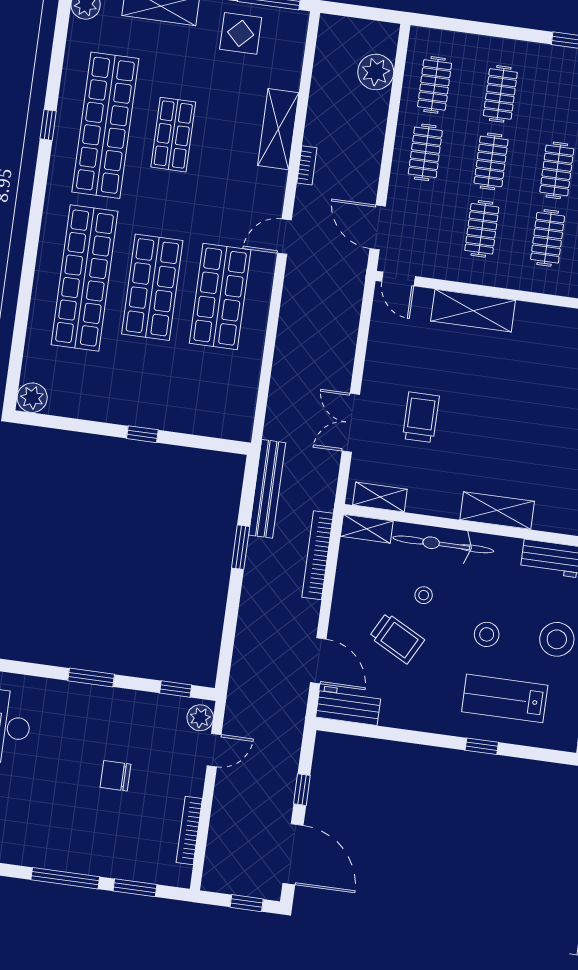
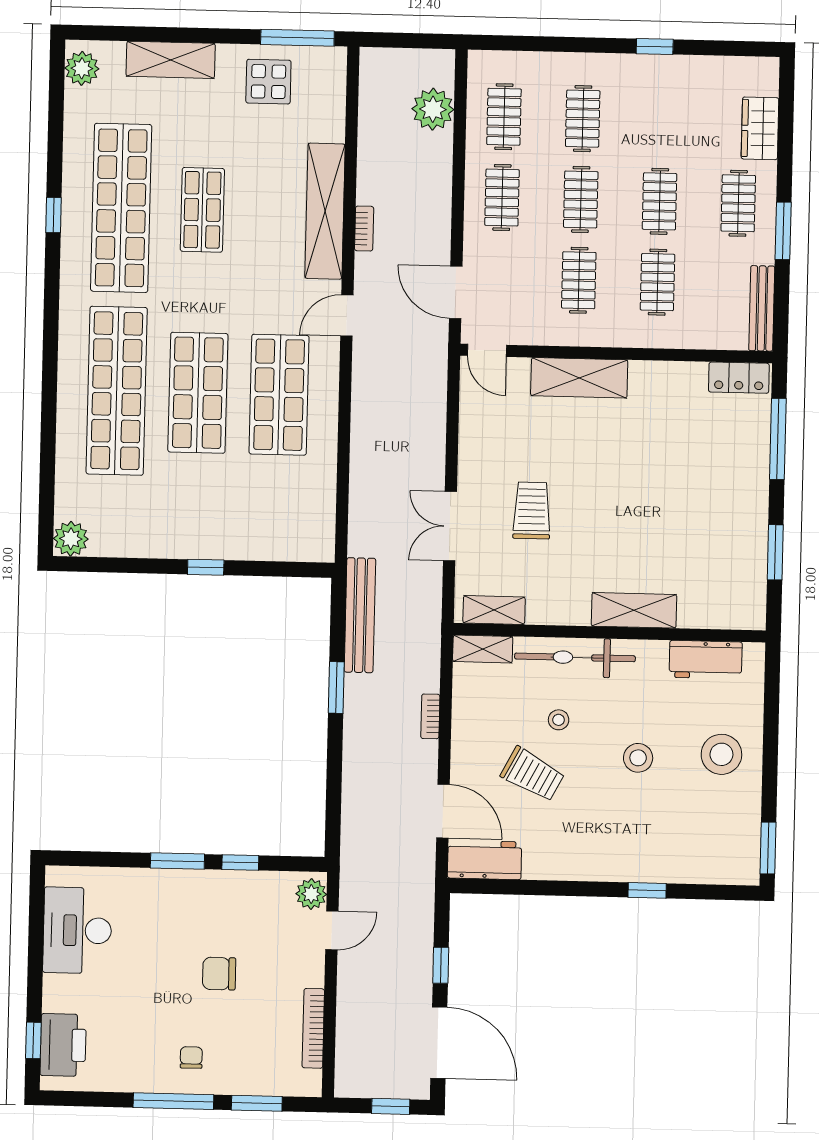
shelving: (278, 129) -> (325, 211), width x1.47
bookcase: (318, 555) -> (430, 716), width x0.43, depth x0.76
window: (176, 689) -> (240, 862), moved
lab bench: (505, 698) -> (668, 831), removed
chair: (84, 843) -> (191, 1058), added

